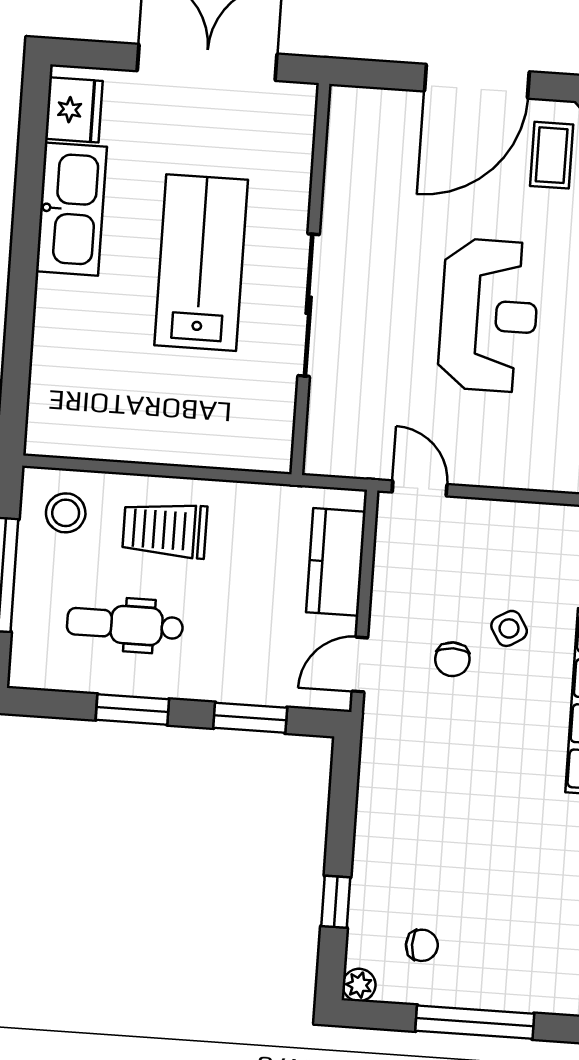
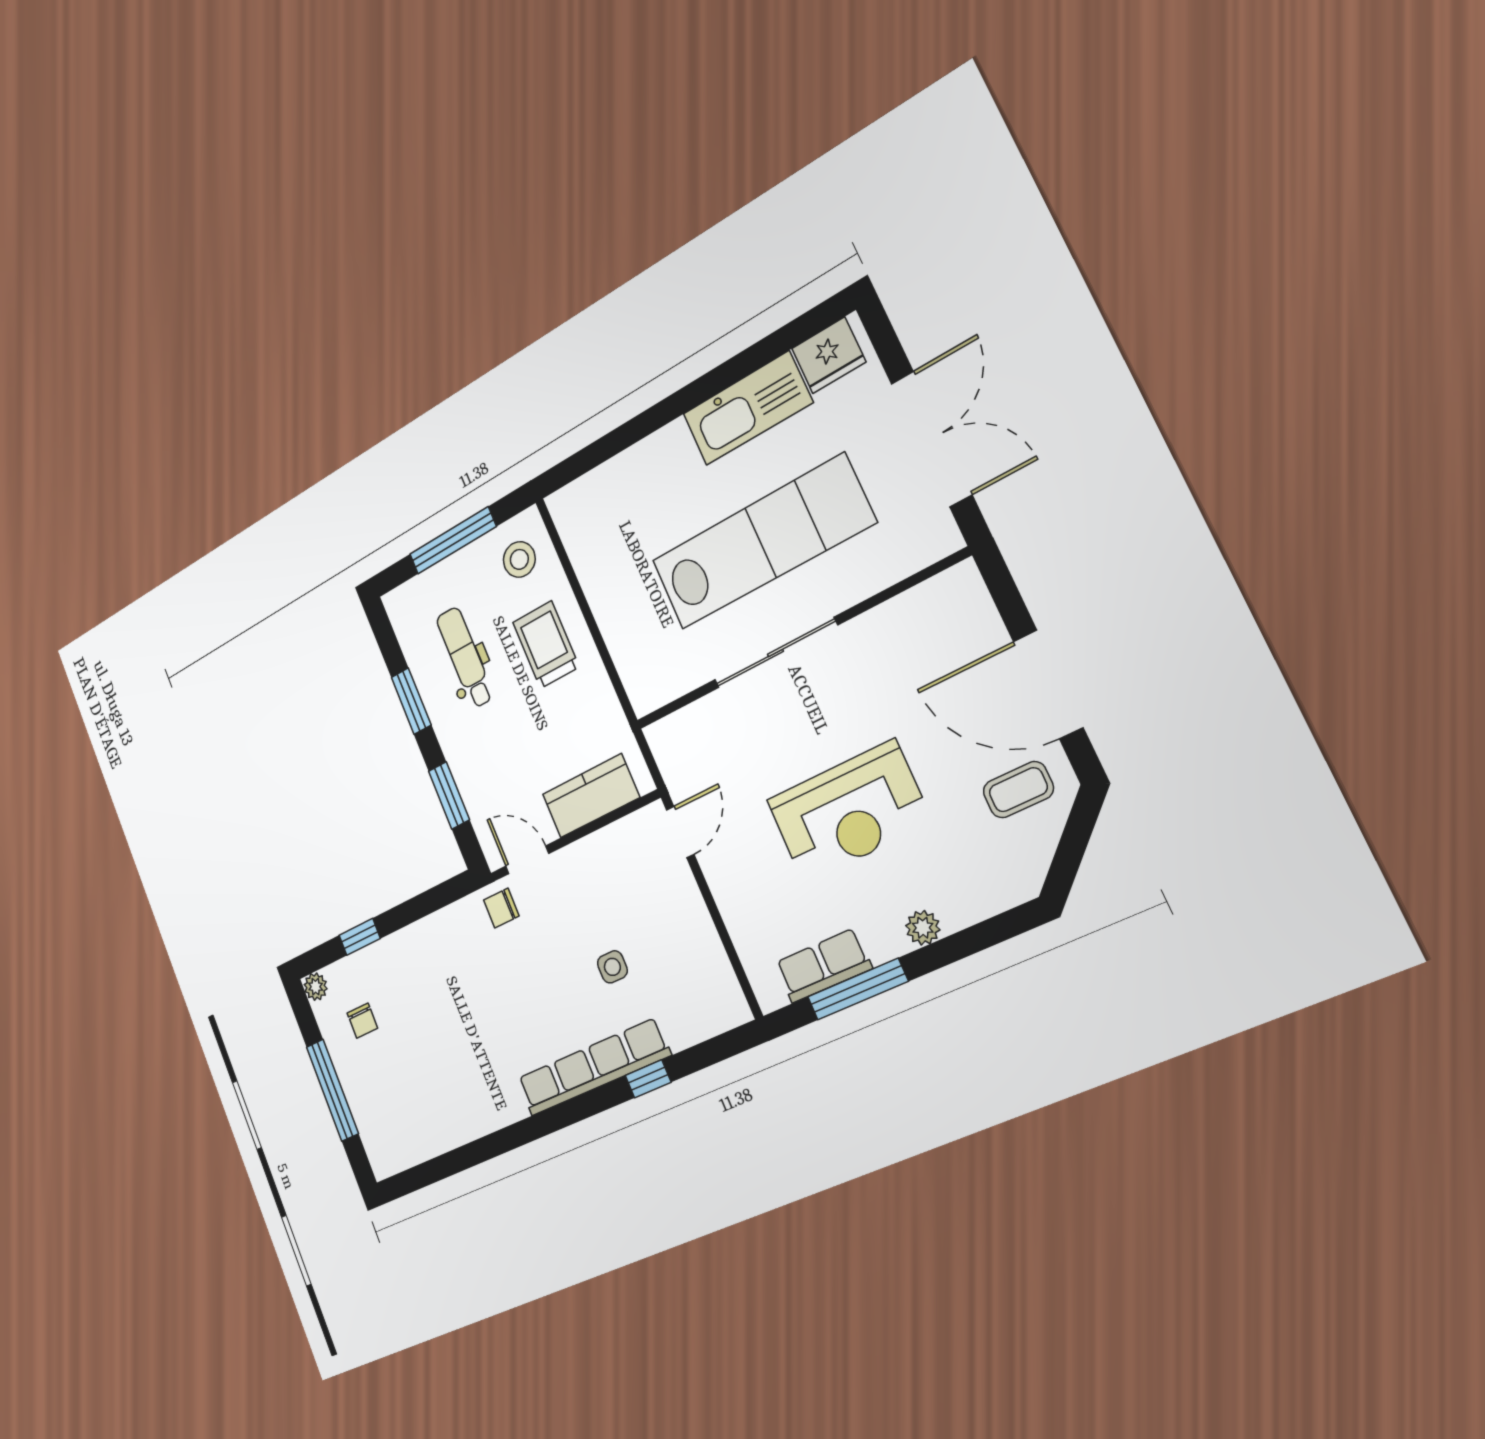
lab bench: (201, 263) -> (762, 542), width x1.36
side table: (509, 628) -> (612, 967), turned 31
chair: (452, 659) -> (501, 908), moved

